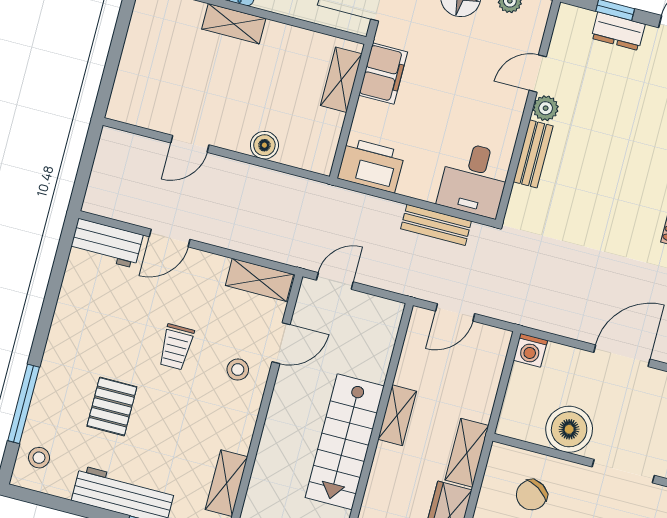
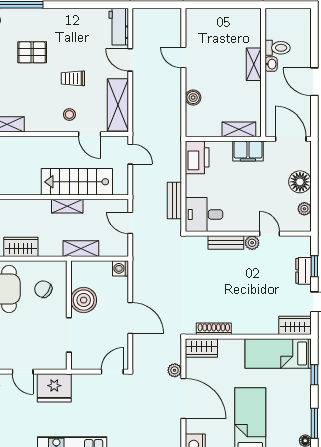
shelving: (259, 280) -> (118, 105), width x1.50, depth x1.33
stairs: (345, 442) -> (77, 182), moved
shelving: (467, 453) -> (81, 249), moved

